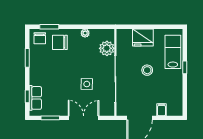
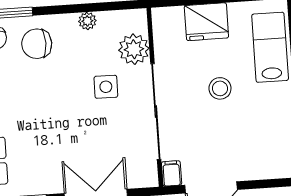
side table: (87, 84) -> (106, 87), moved
filing cabinet: (161, 110) -> (172, 173), moved

